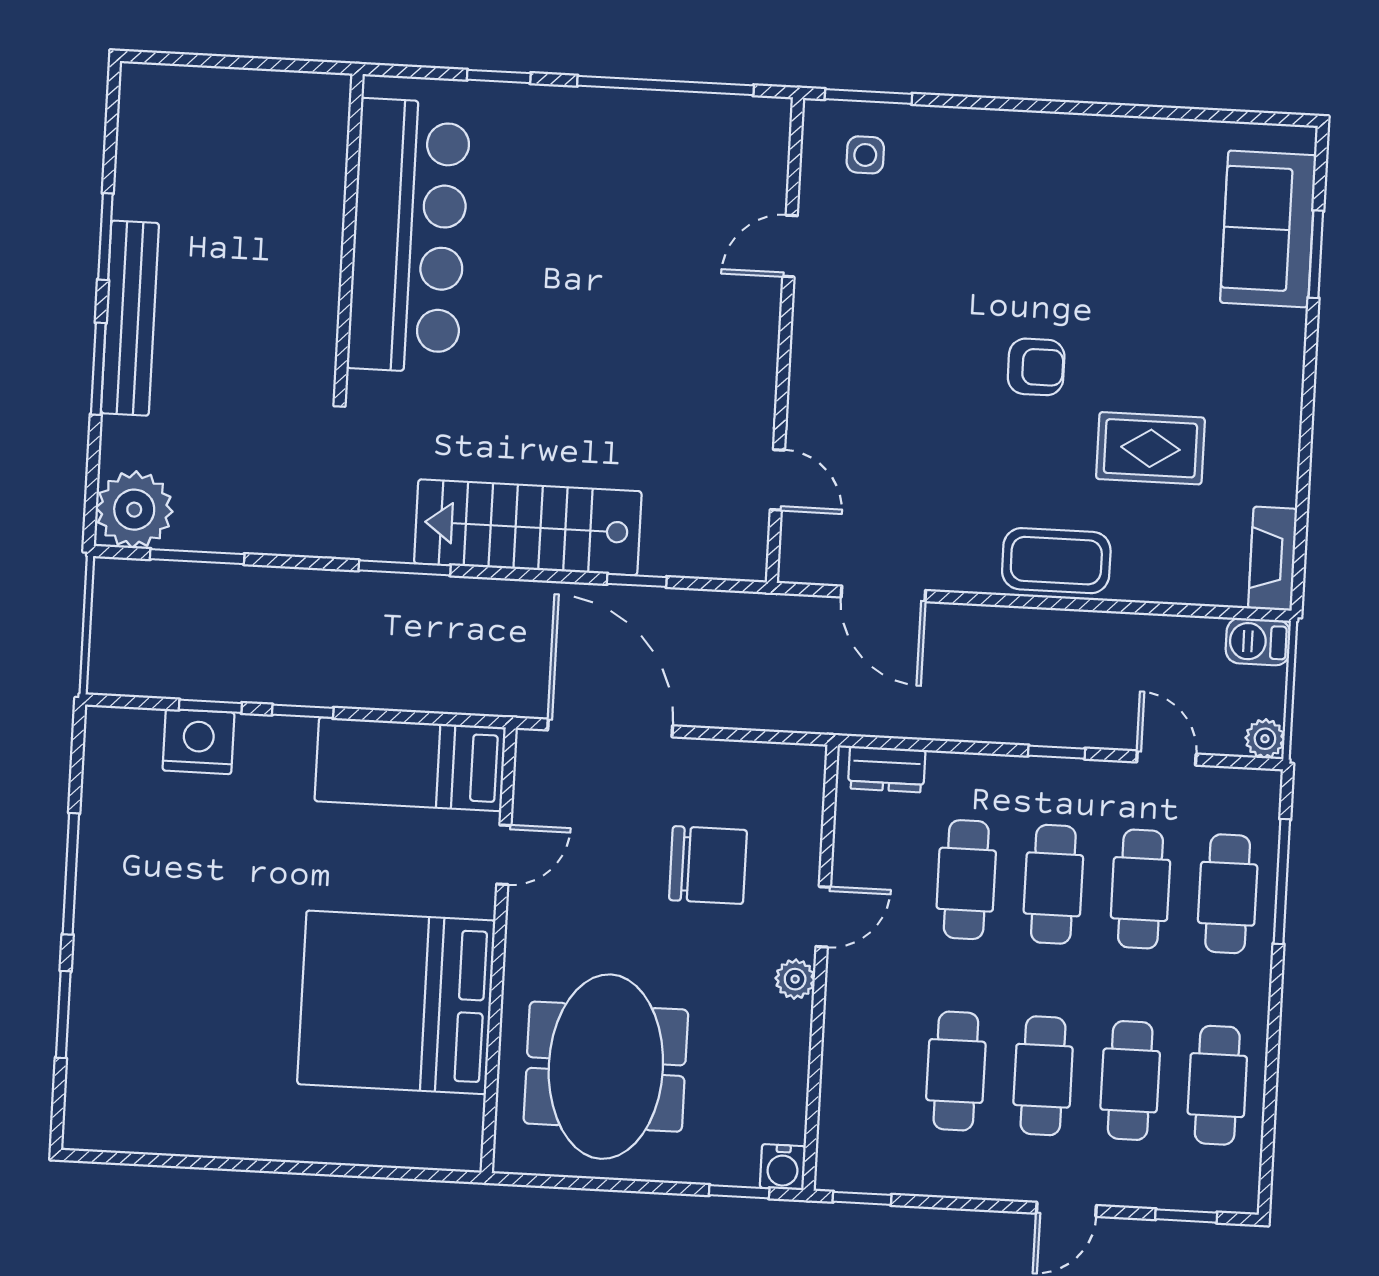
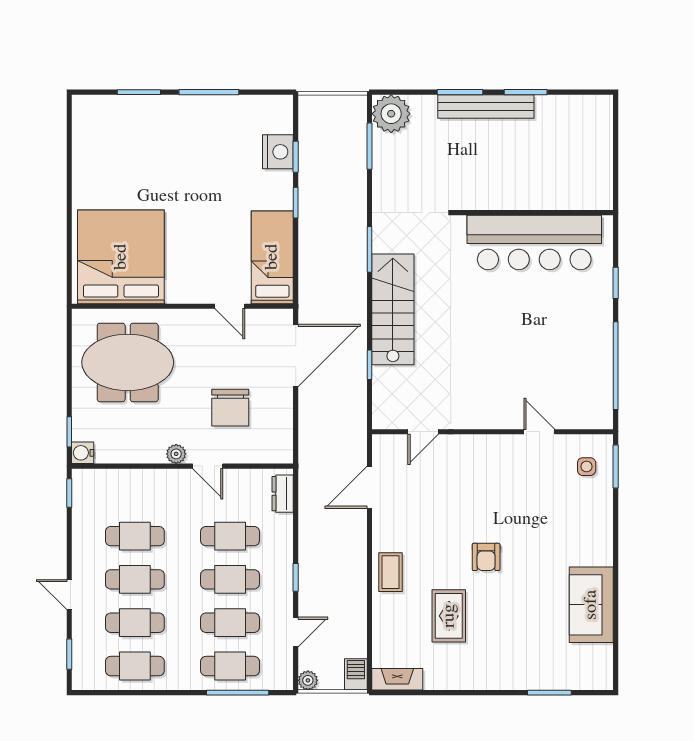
sofa: (1268, 229) -> (591, 605), moved, turned -90
coffee table: (1056, 561) -> (391, 572), width x0.73, depth x0.77
bed: (396, 1002) -> (121, 257), moved

